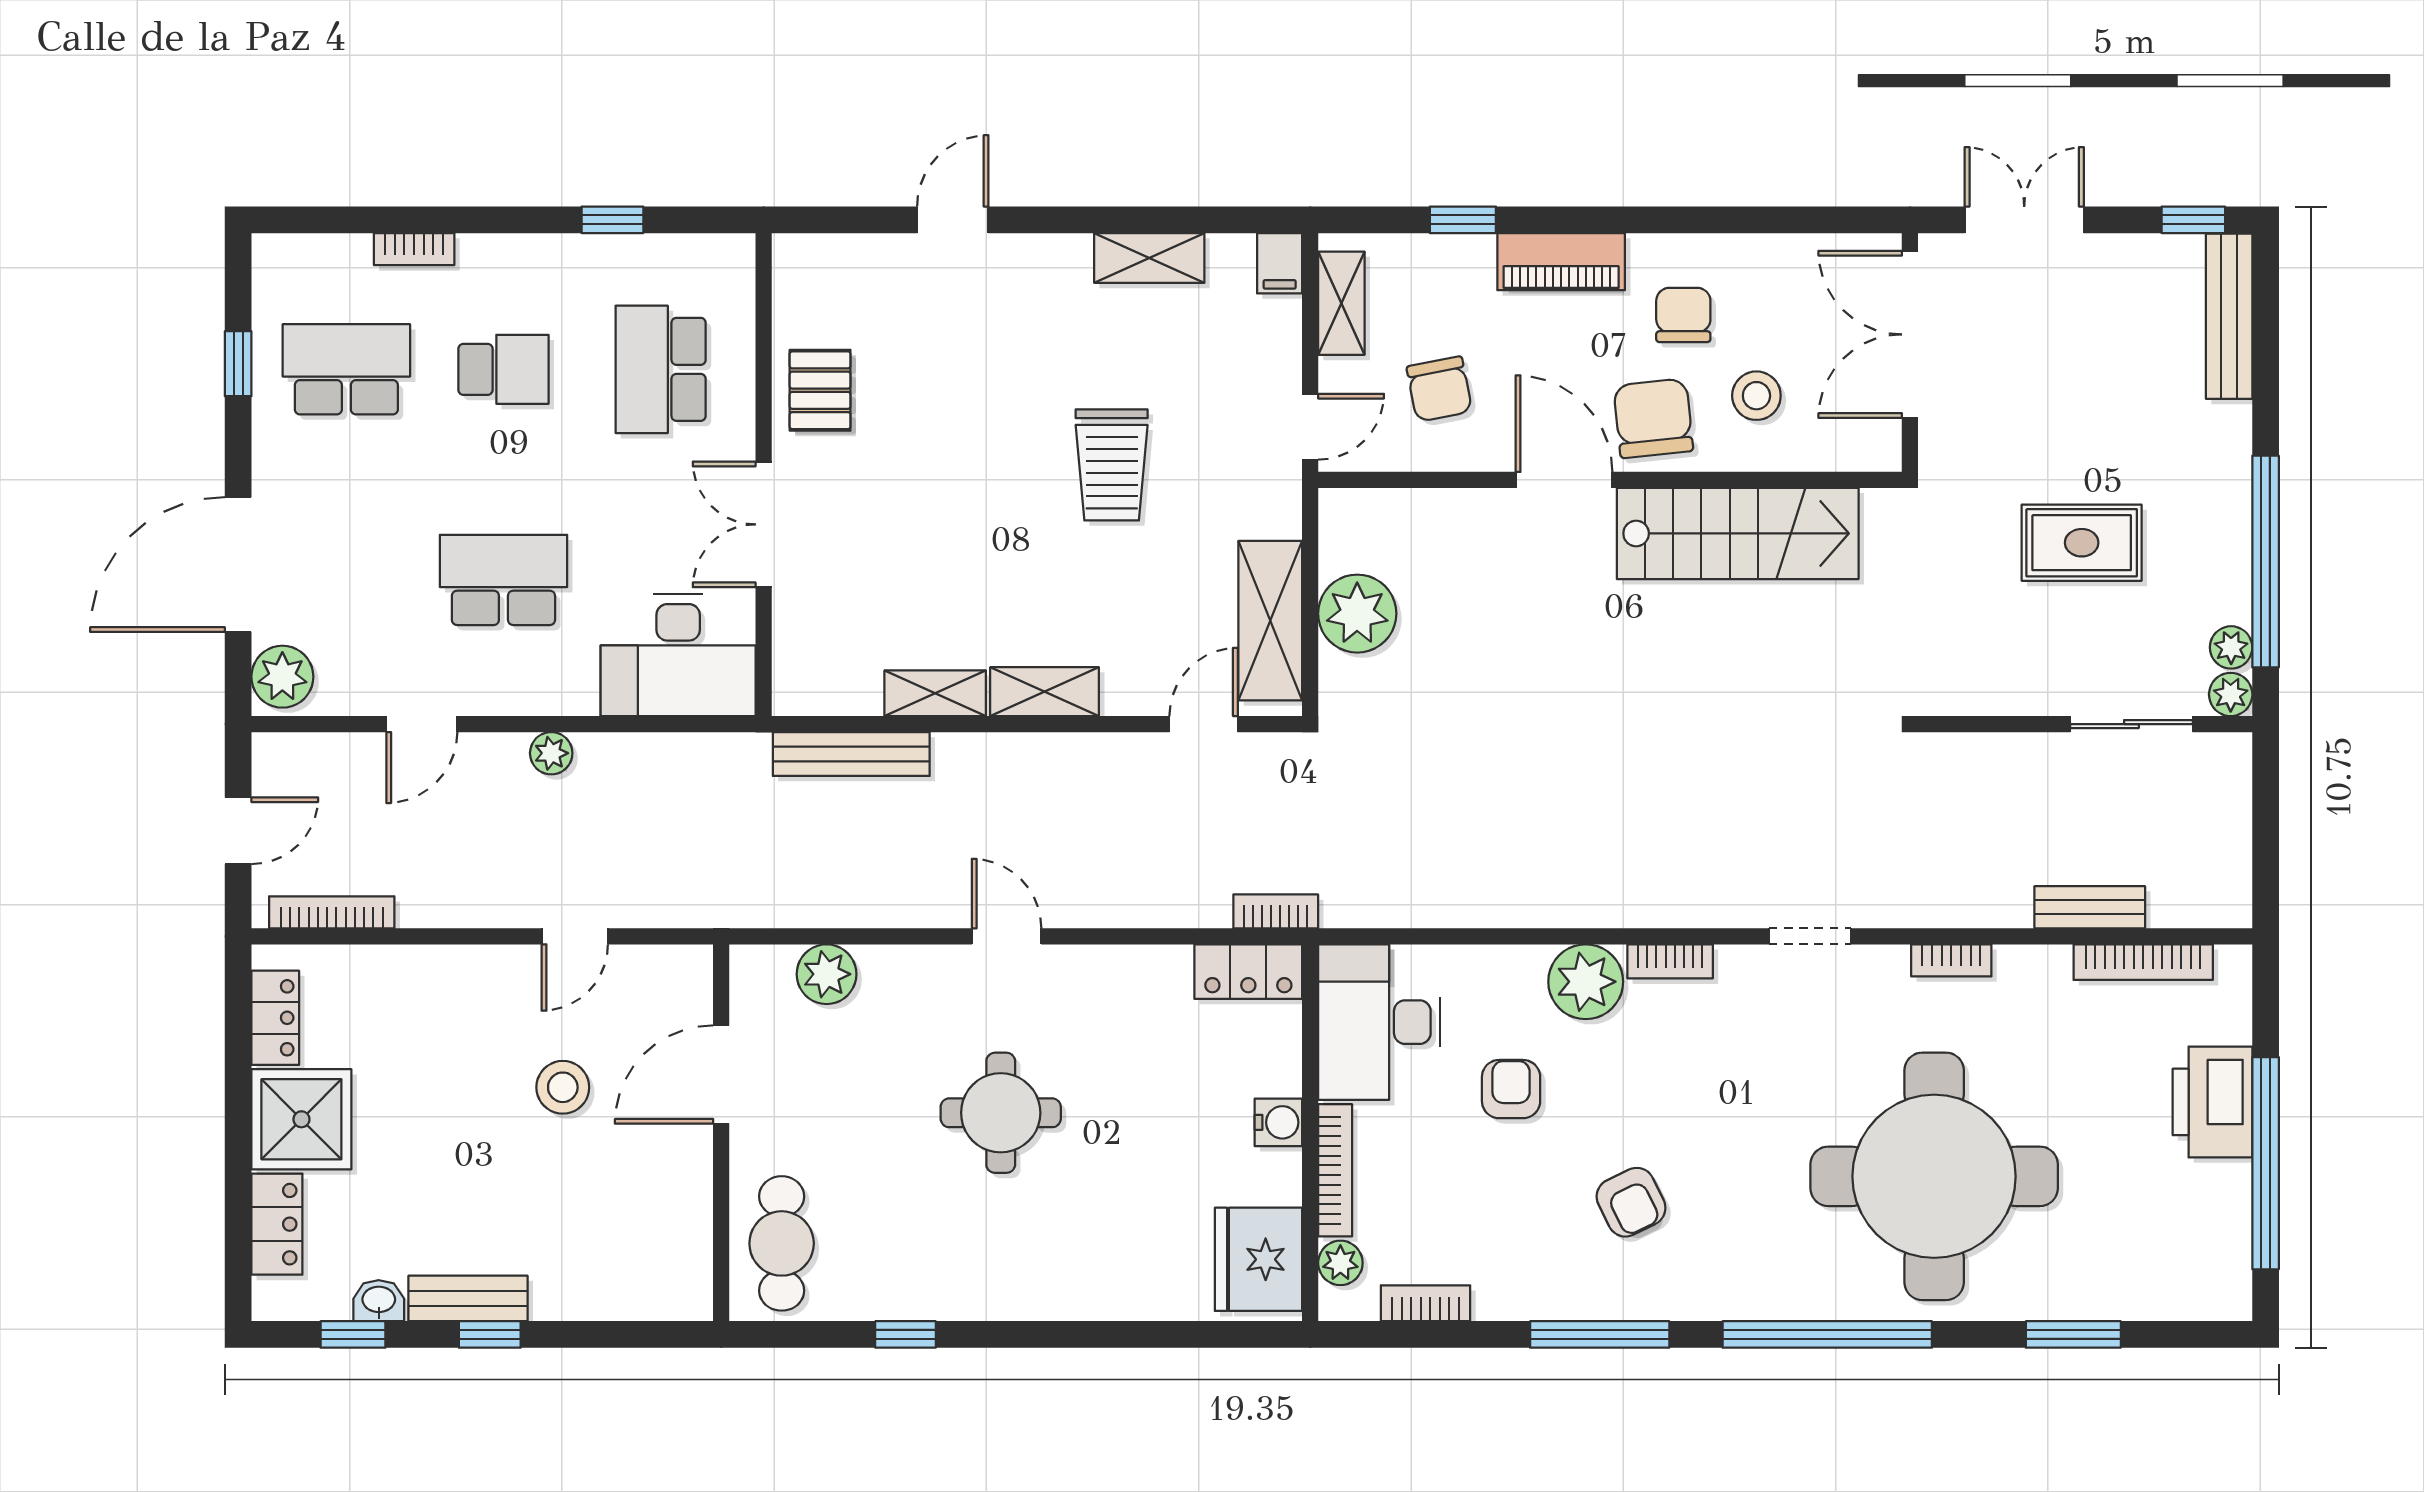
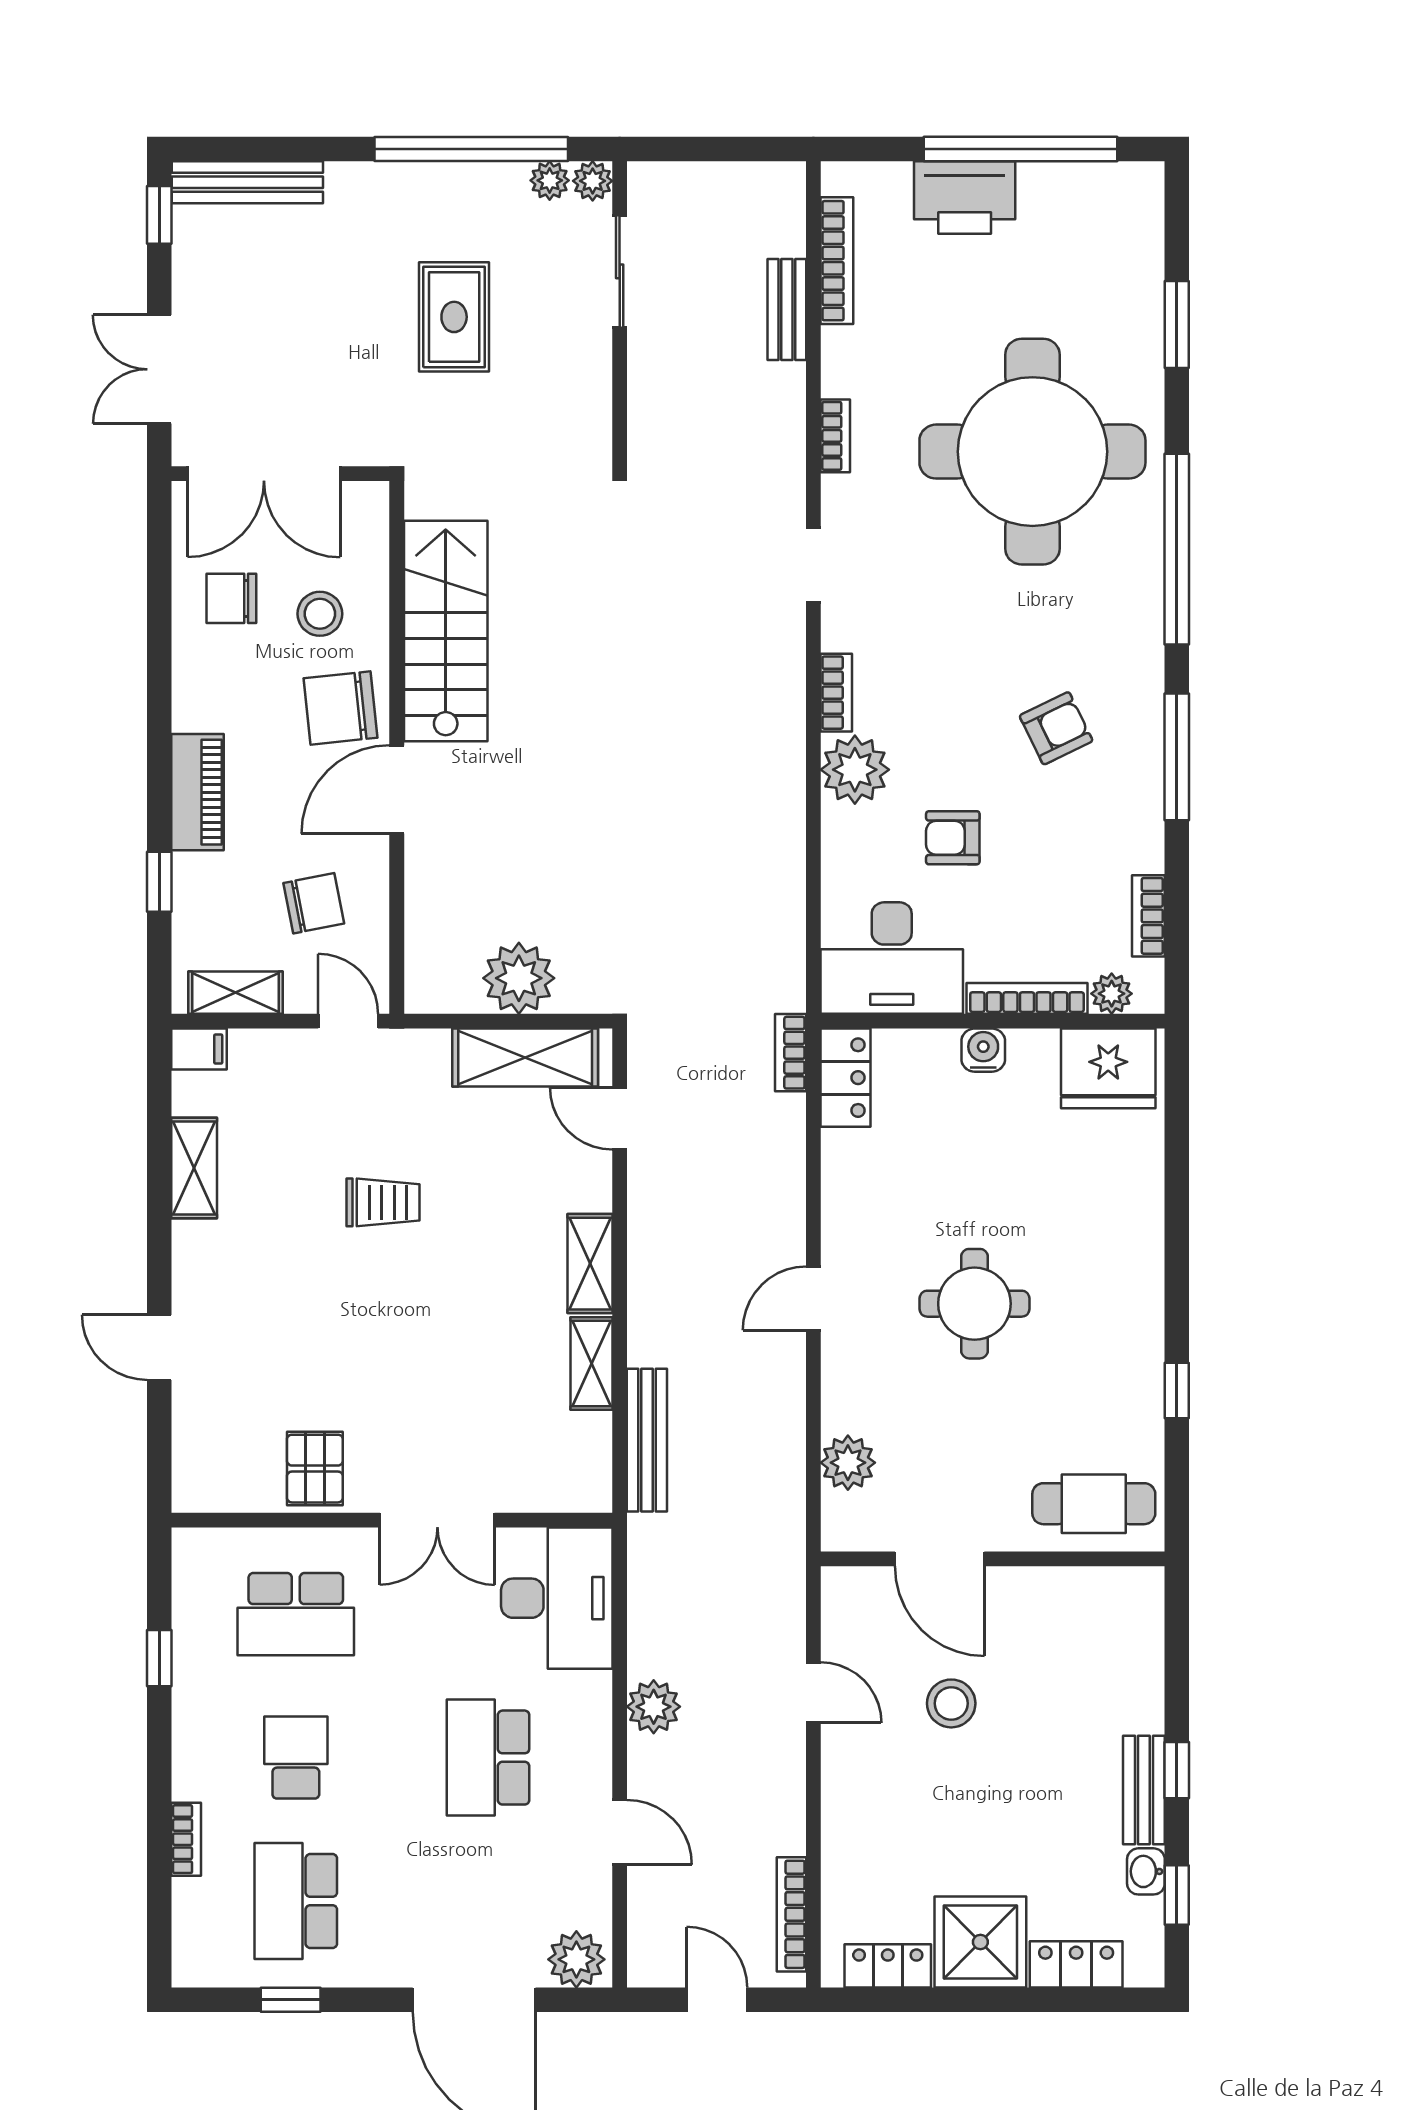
chair: (1683, 315) -> (231, 598), moved
pallet: (820, 390) -> (315, 1469), turned 90
trolley: (1112, 465) -> (383, 1202), width x0.73, depth x0.72
plant: (551, 753) -> (654, 1707), width x1.38, depth x1.38

